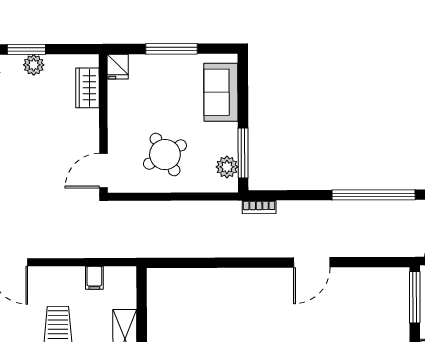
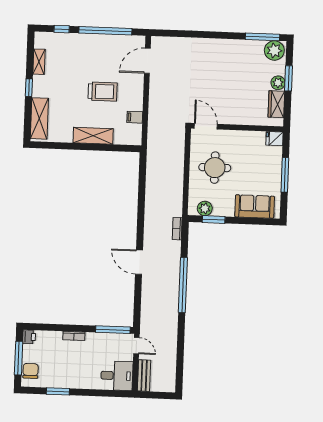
wardrobe: (87, 88) -> (276, 104), moved, turned -90
window: (243, 153) -> (214, 220), width x0.69
round table: (165, 155) -> (215, 168), turned 30
window: (374, 195) -> (183, 285), moved

